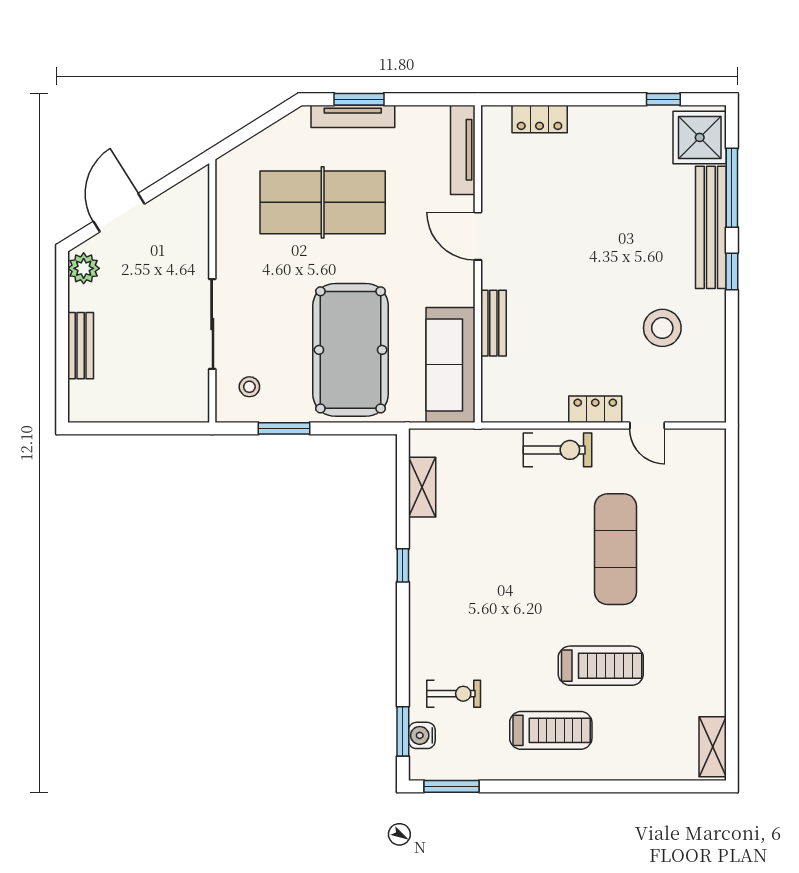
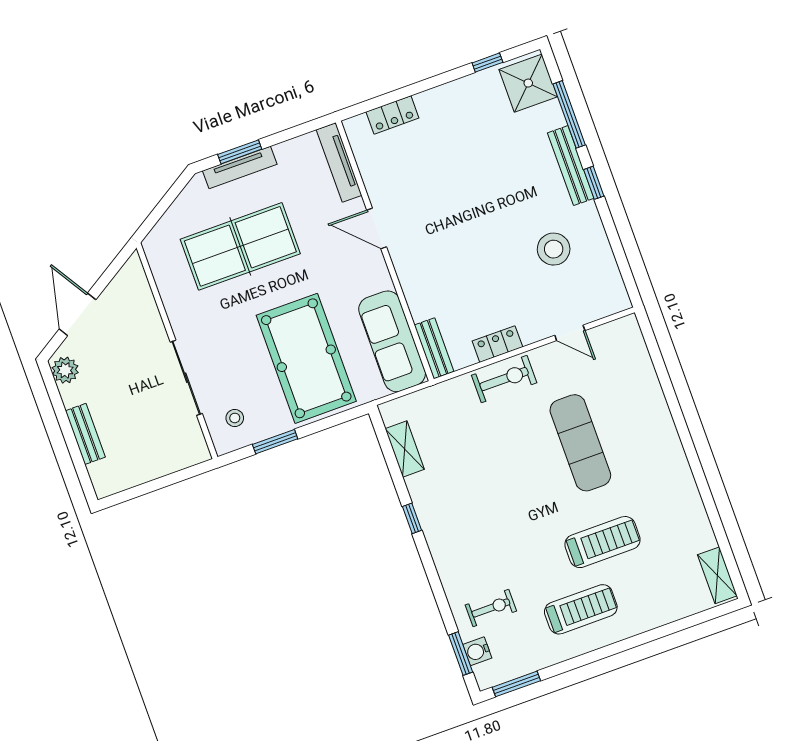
bench: (711, 227) -> (571, 166), width x0.73, depth x0.82
bench: (493, 323) -> (434, 348), moved
locker: (595, 409) -> (497, 344), moved

